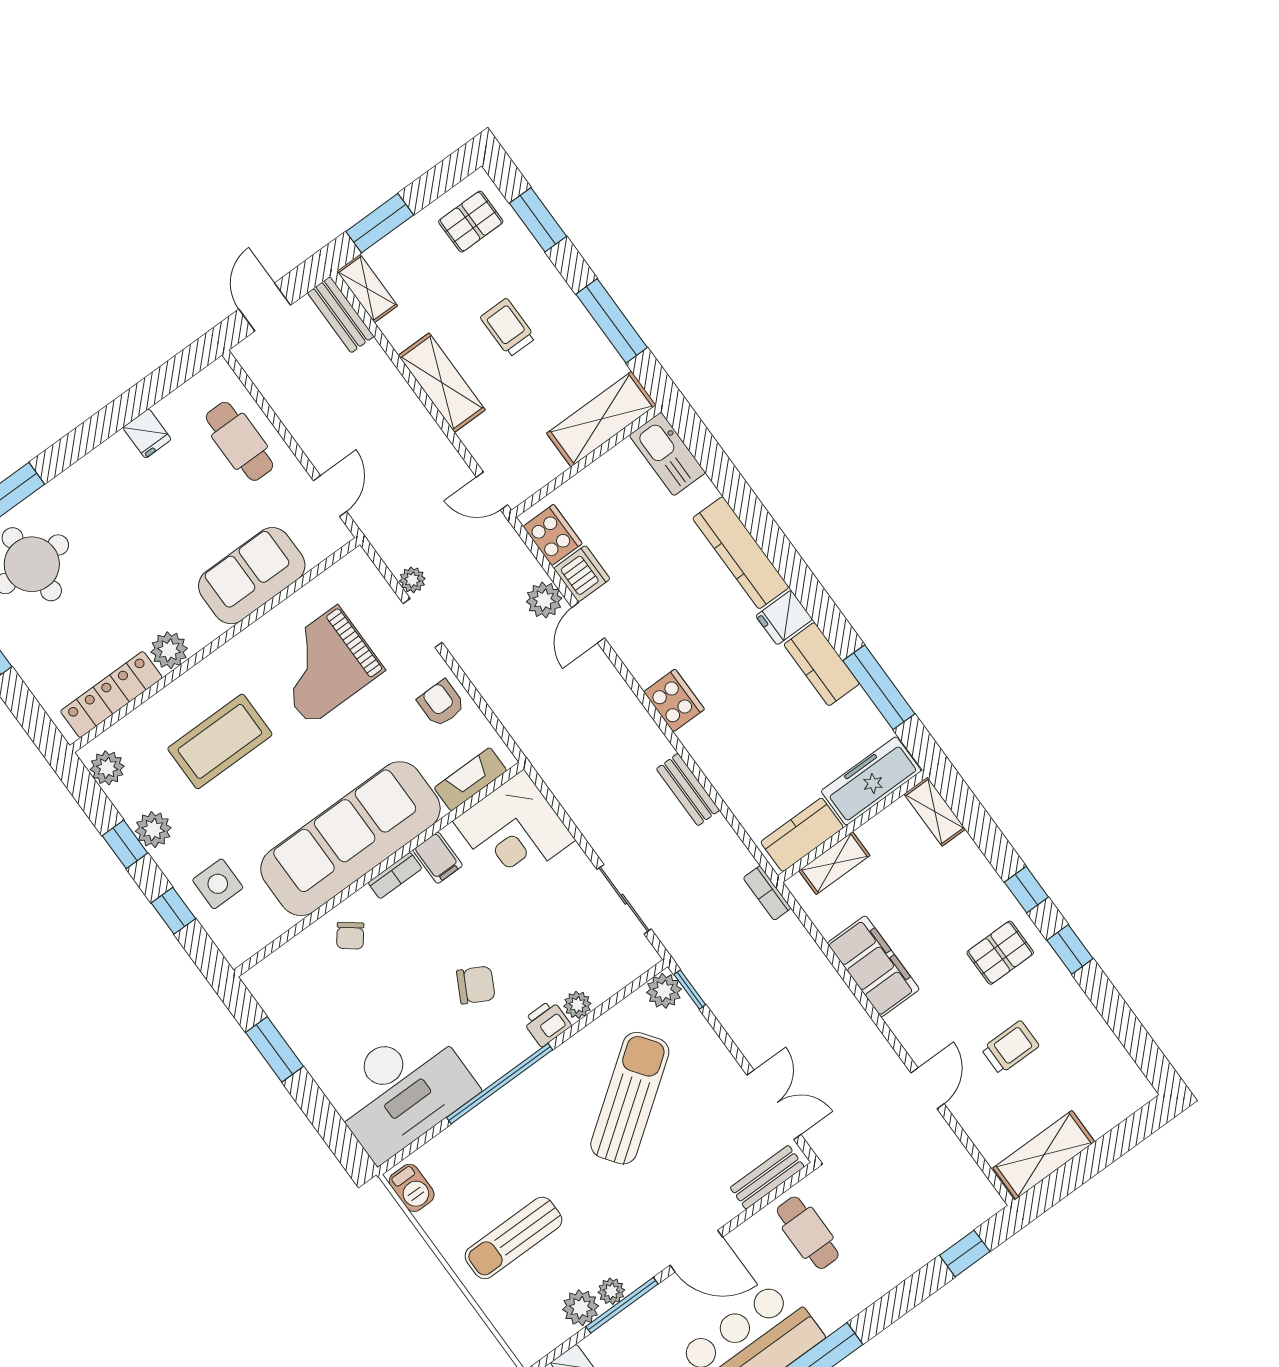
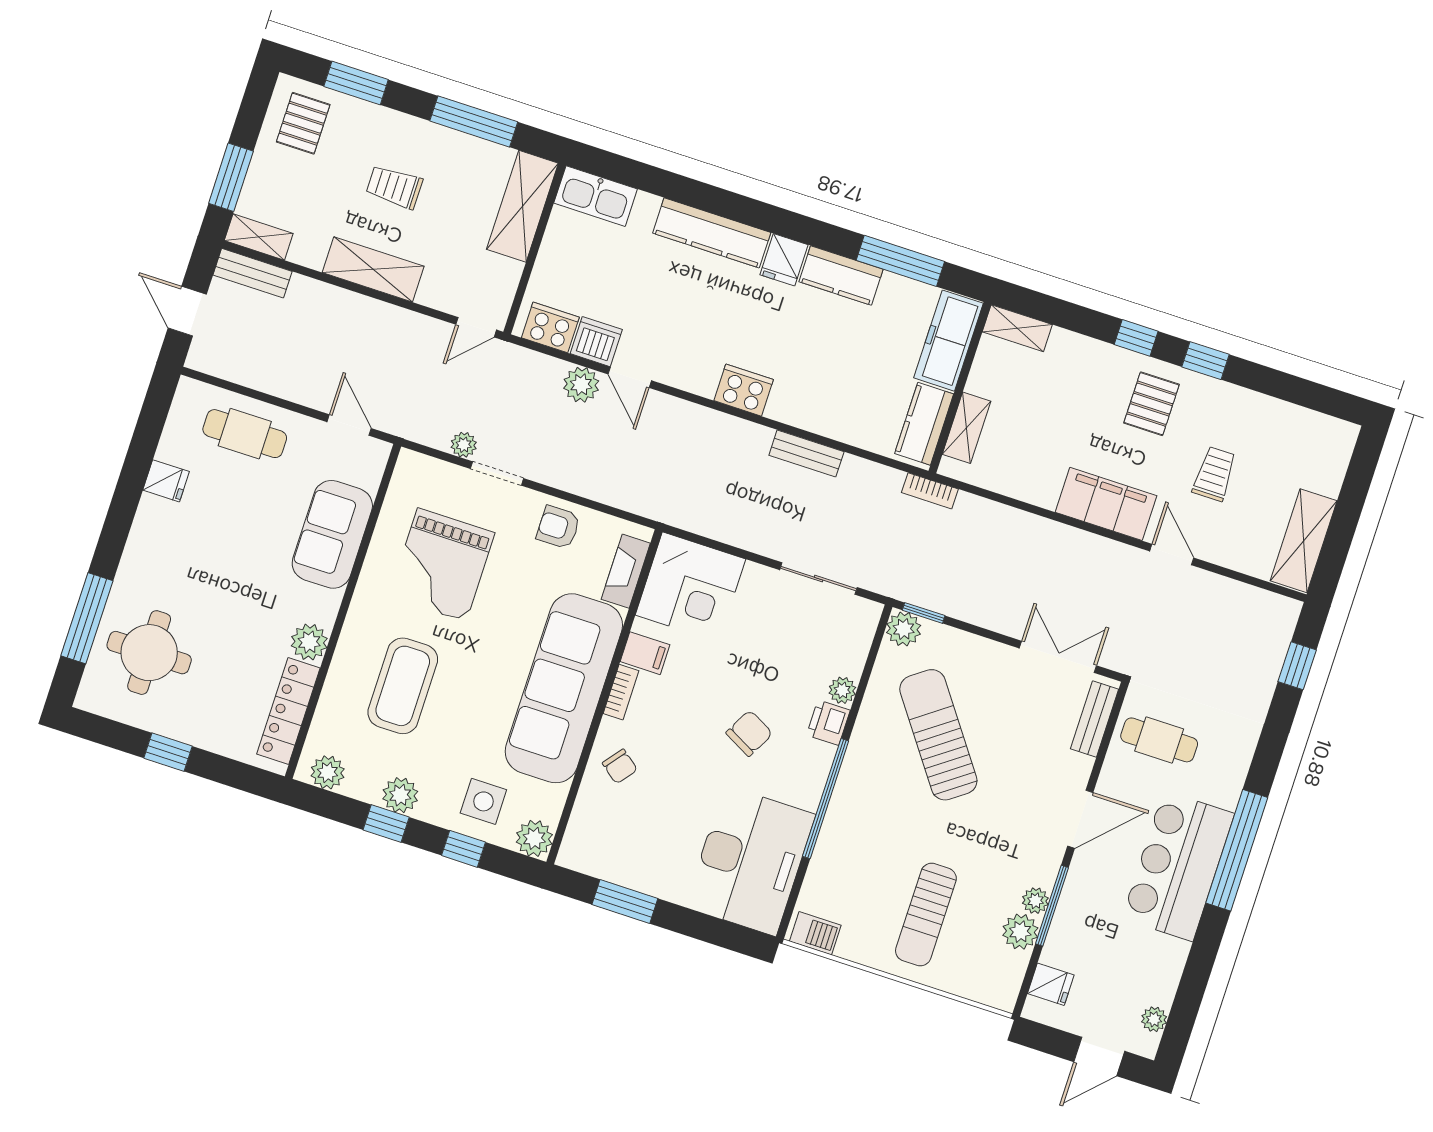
plant: (238, 944) -> (534, 838), added
filing cabinet: (873, 966) -> (1106, 504), moved

